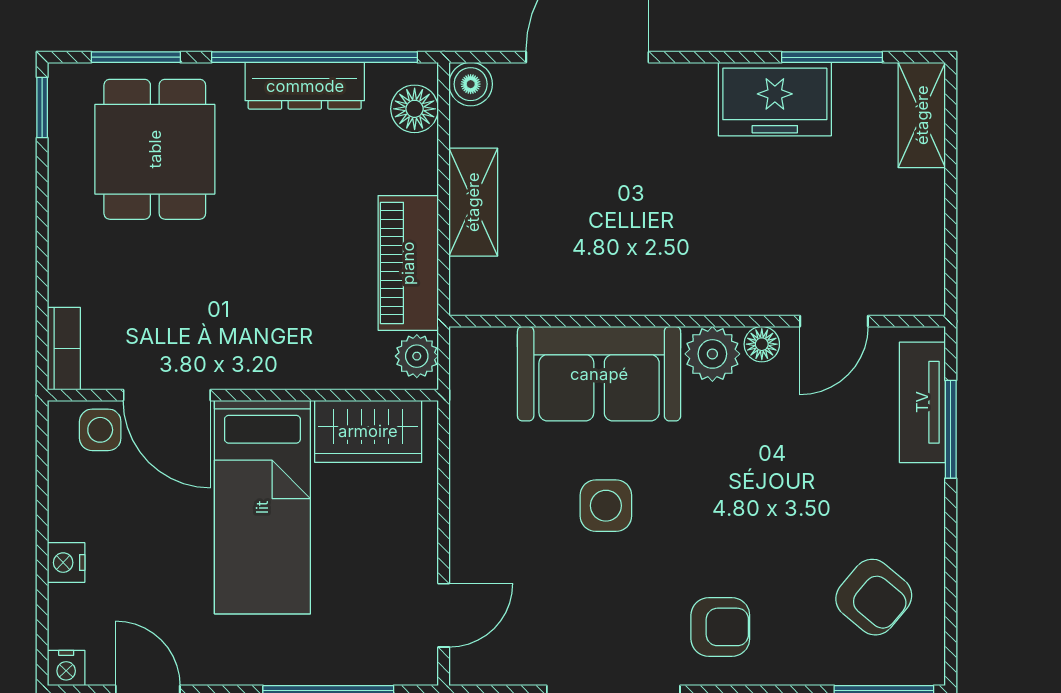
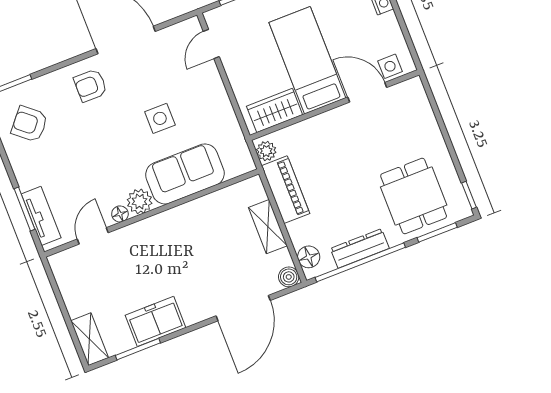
bookcase: (64, 349) -> (419, 95), removed

